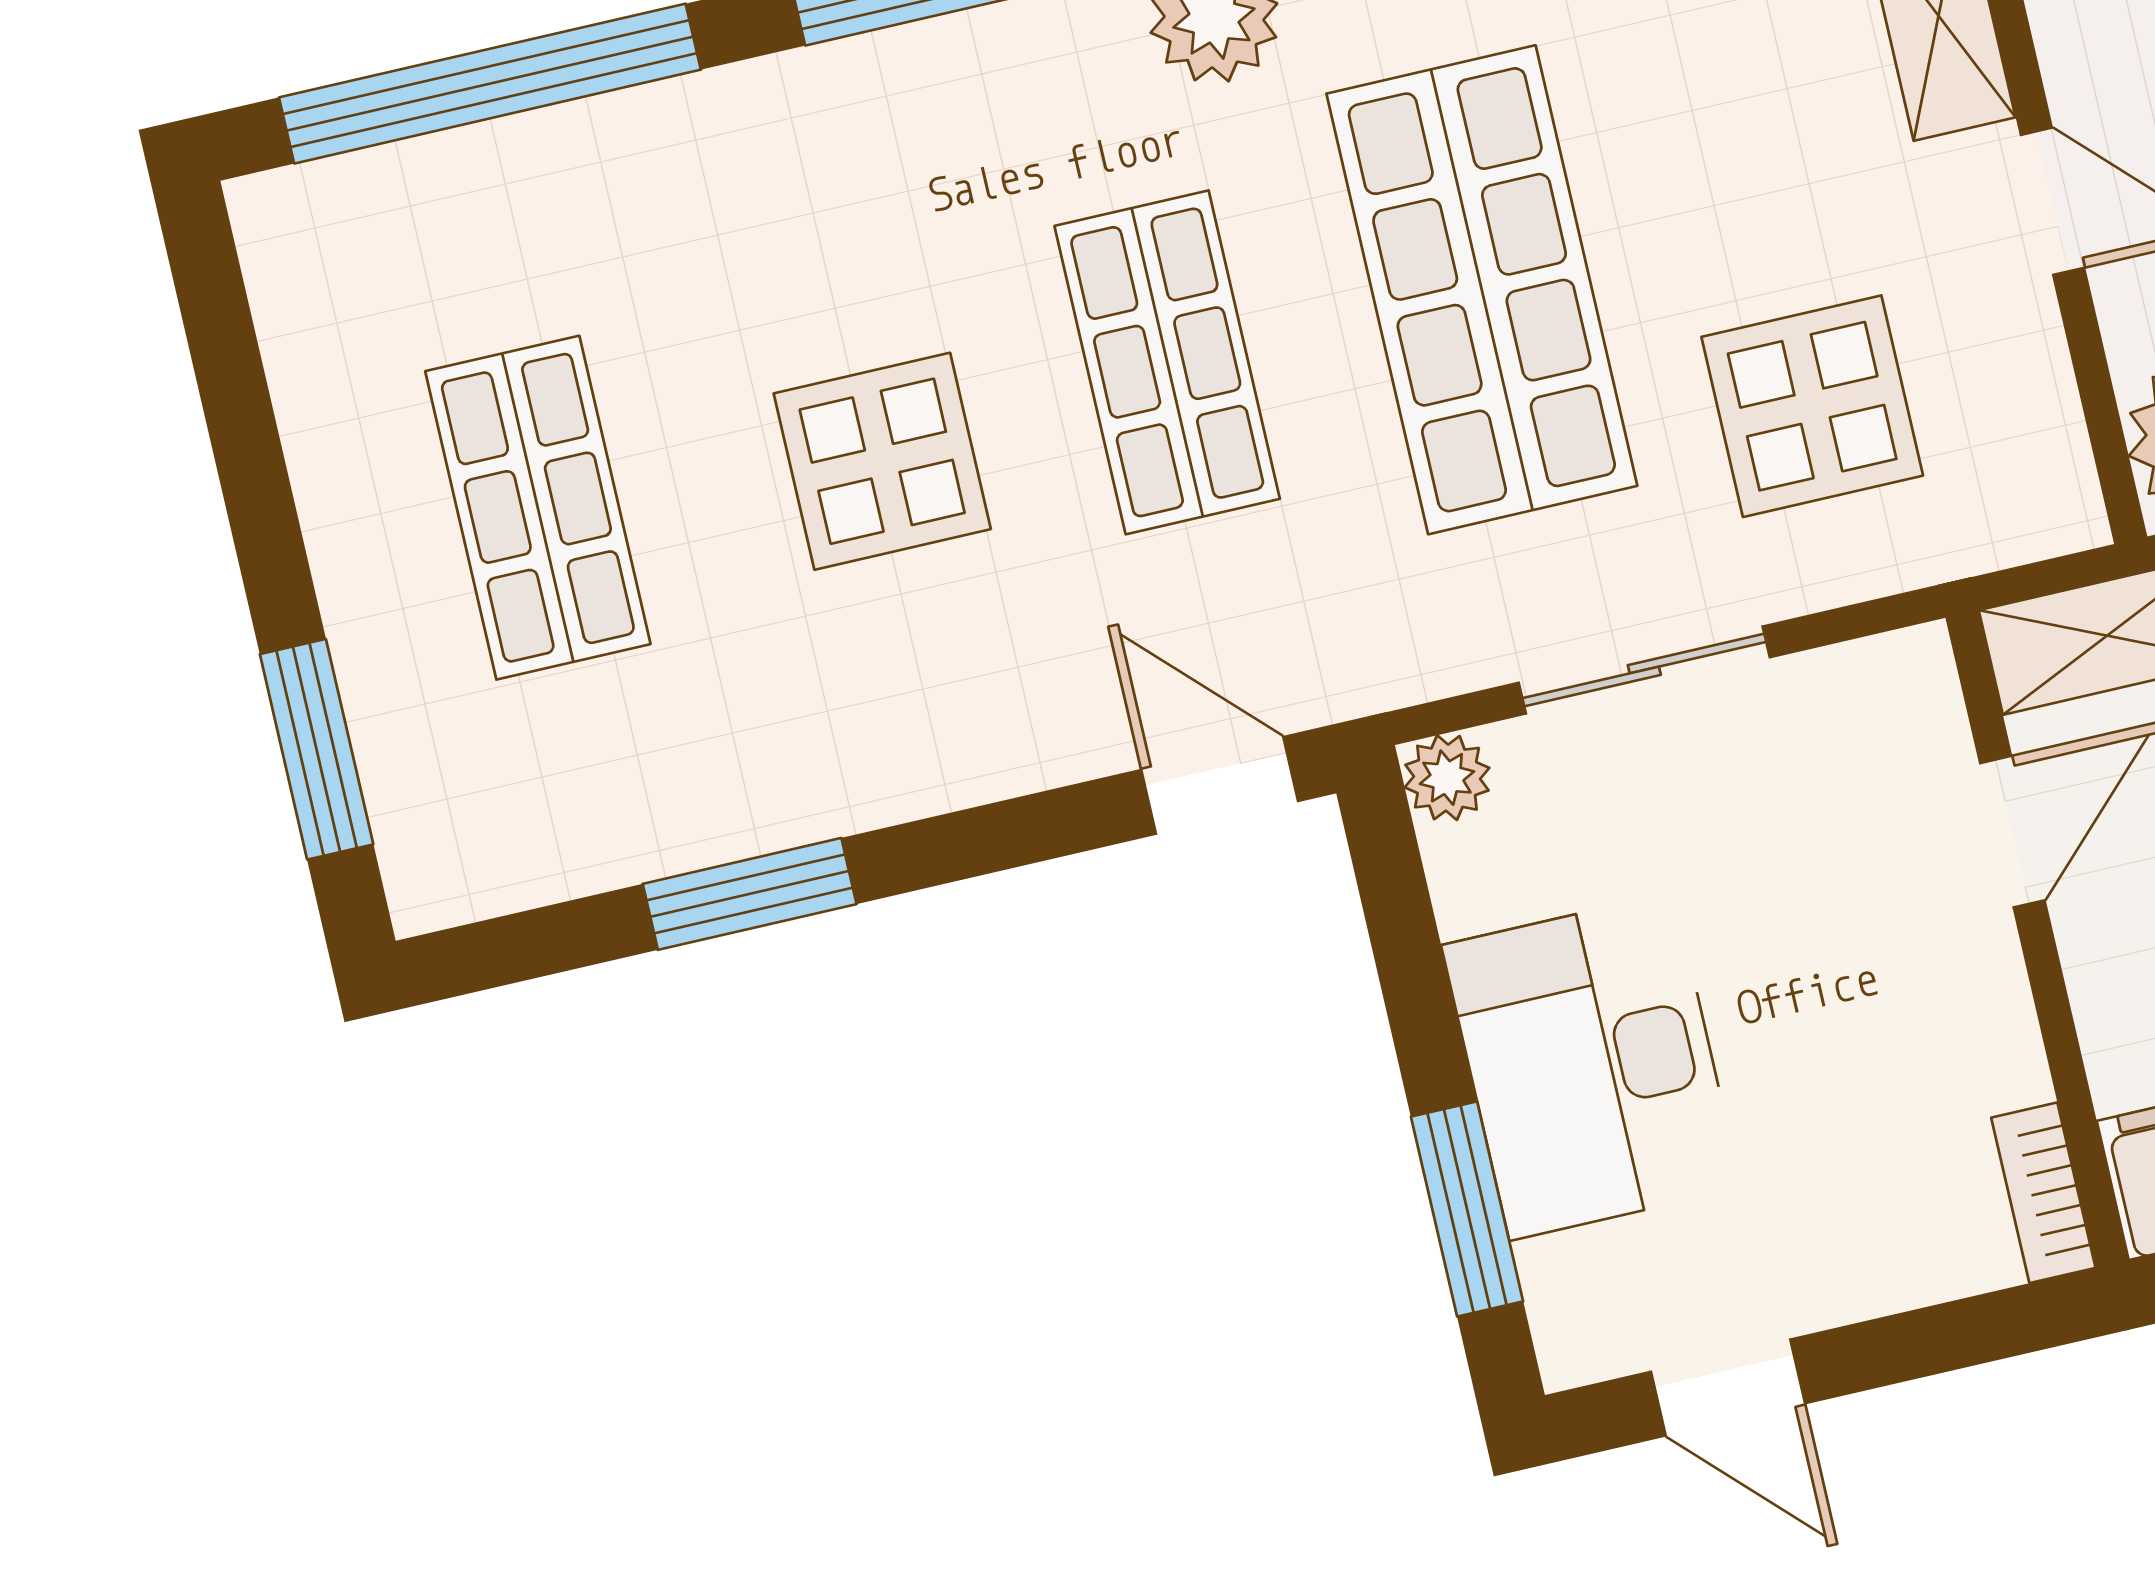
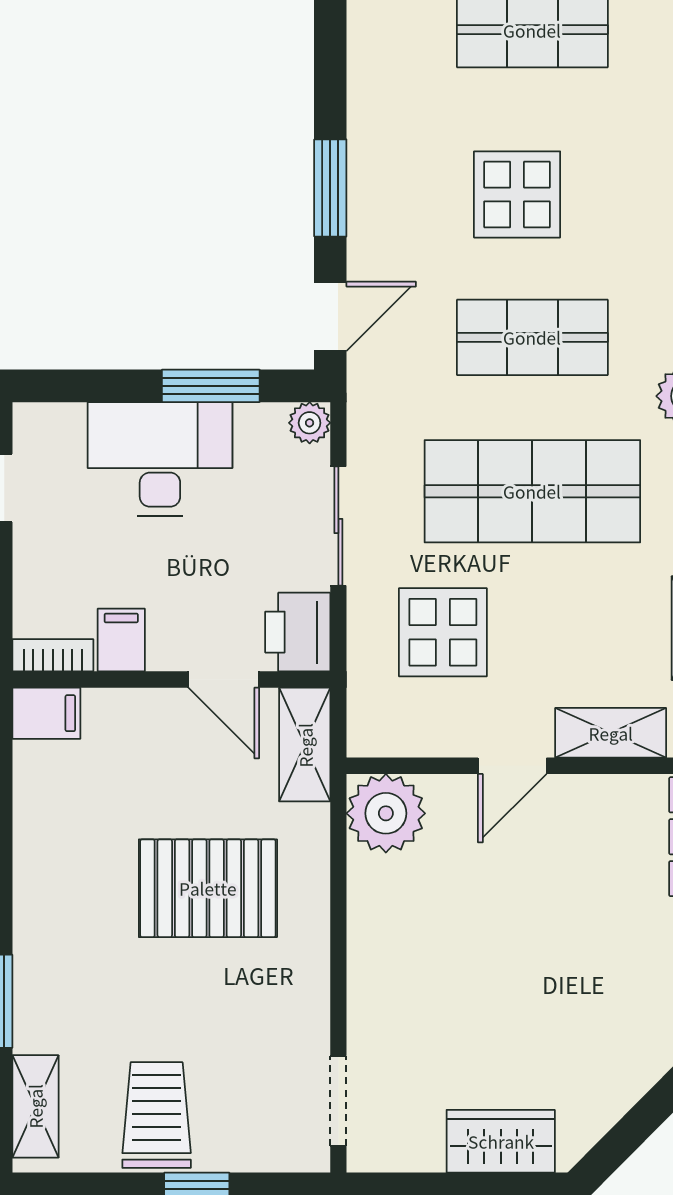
printer: (1880, 703) -> (298, 632), added
window: (750, 894) -> (330, 188), moved
filing cabinet: (1980, 1060) -> (121, 640), added
window: (1467, 1209) -> (211, 386), moved

